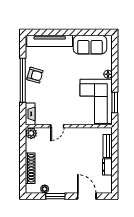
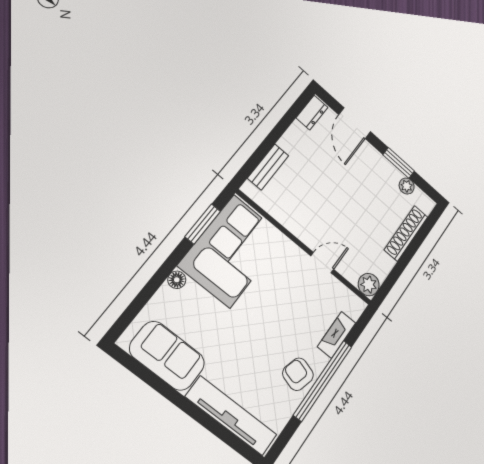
fireplace: (30, 114) -> (337, 335), moved
dresser: (107, 167) -> (312, 113), moved

